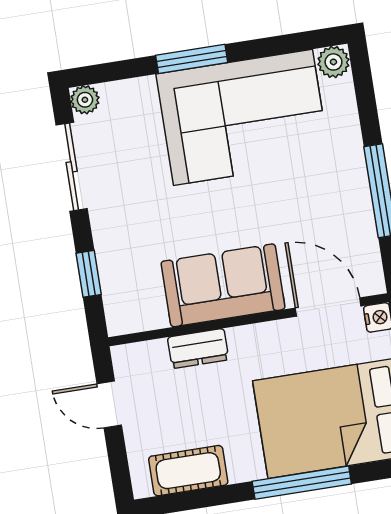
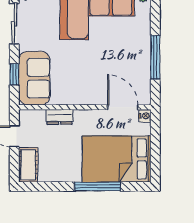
sofa: (223, 285) -> (34, 78), moved, turned 90
cot: (188, 471) -> (28, 165), moved, turned 90

